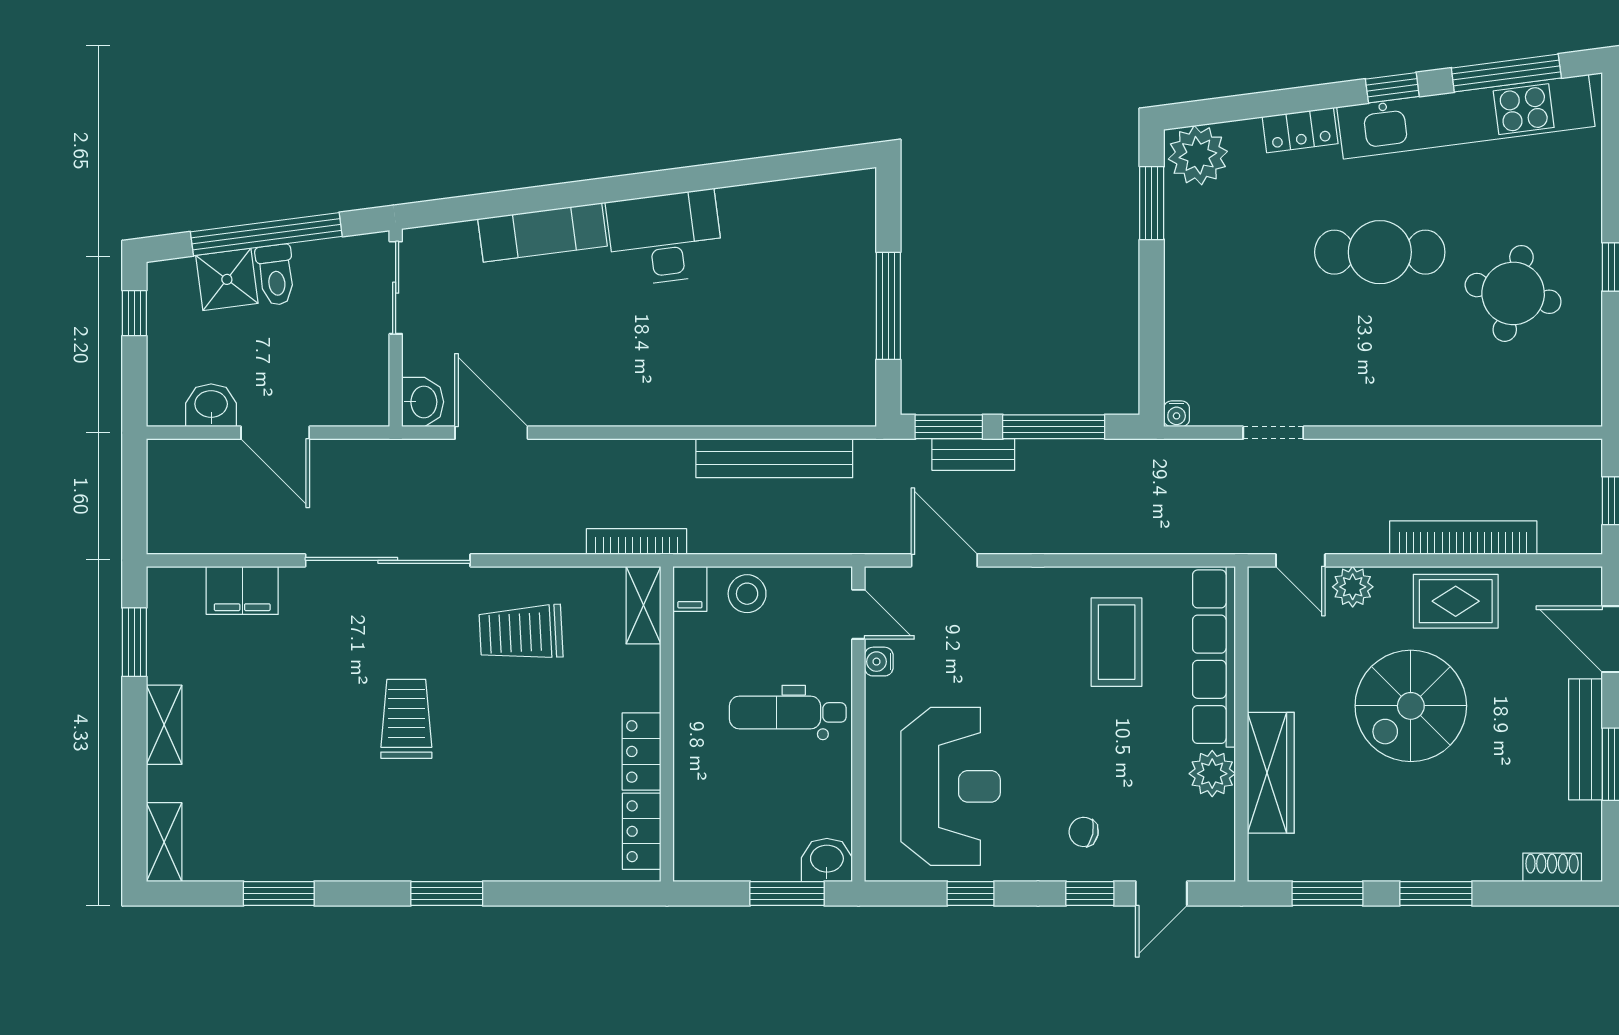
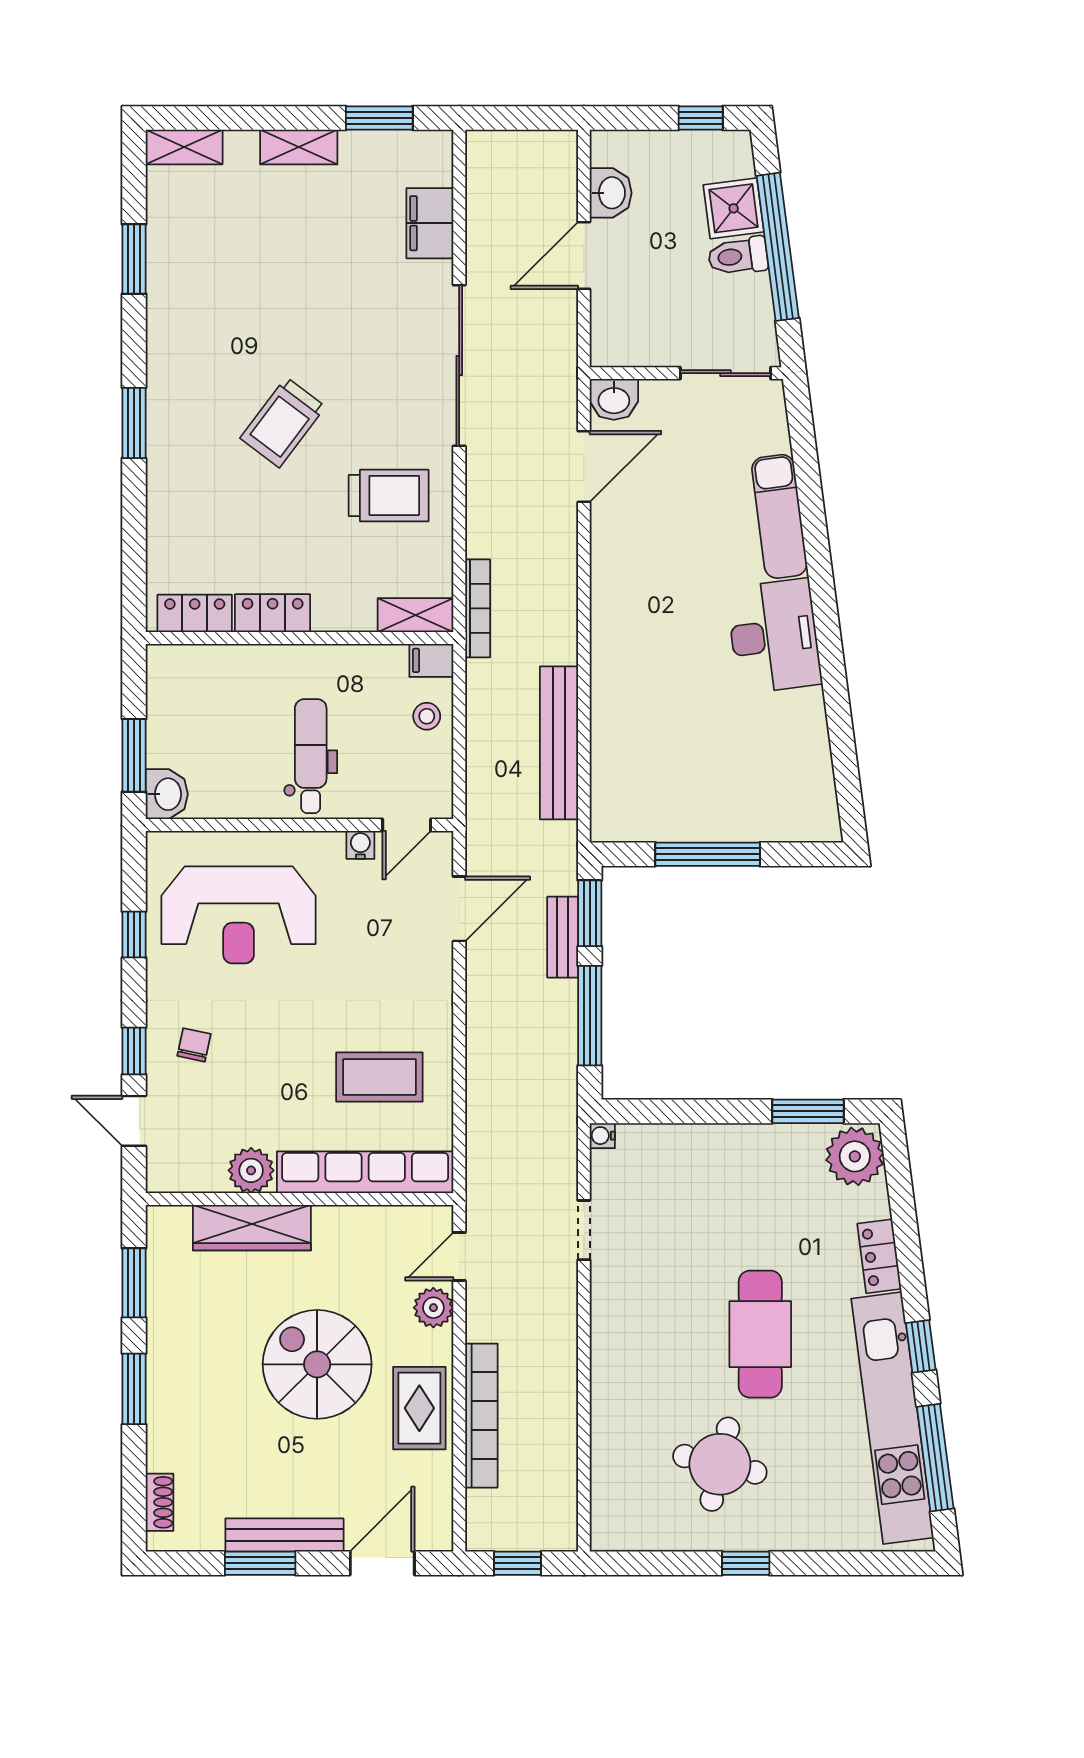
stool: (747, 594) -> (427, 716), width x0.73, depth x0.73
trolley: (521, 633) -> (389, 495), turned 93
trolley: (406, 719) -> (283, 422), moved, turned 127

